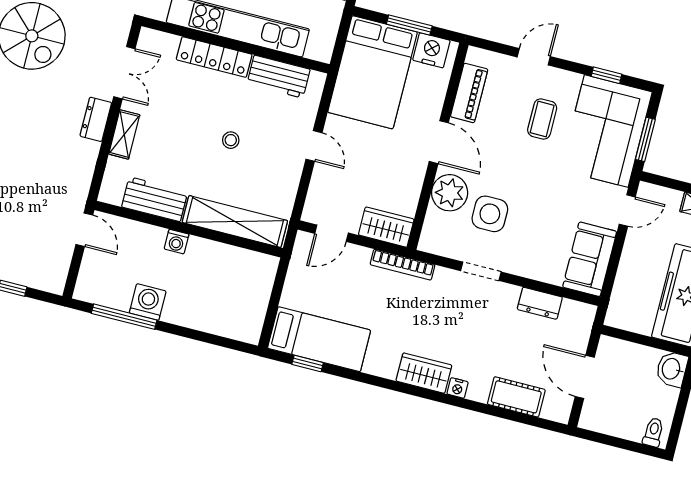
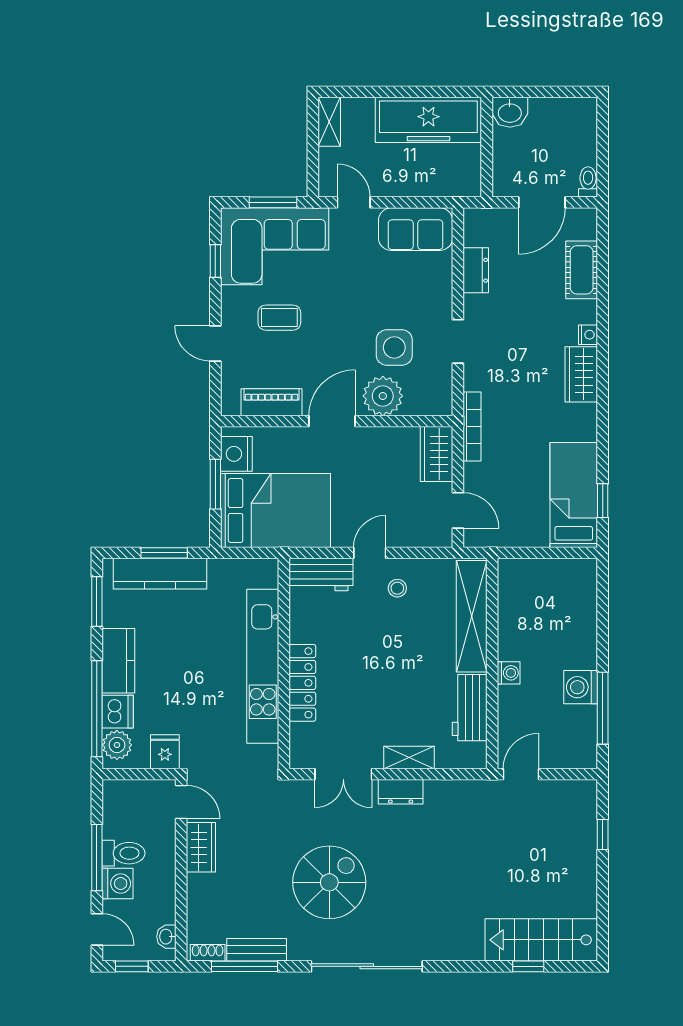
double door: (124, 73) -> (343, 774), swing flipped
workbench: (279, 77) -> (321, 575), moved, turned 90
stool: (231, 140) -> (397, 588), moved
toilet: (653, 432) -> (588, 182), moved, turned 90

